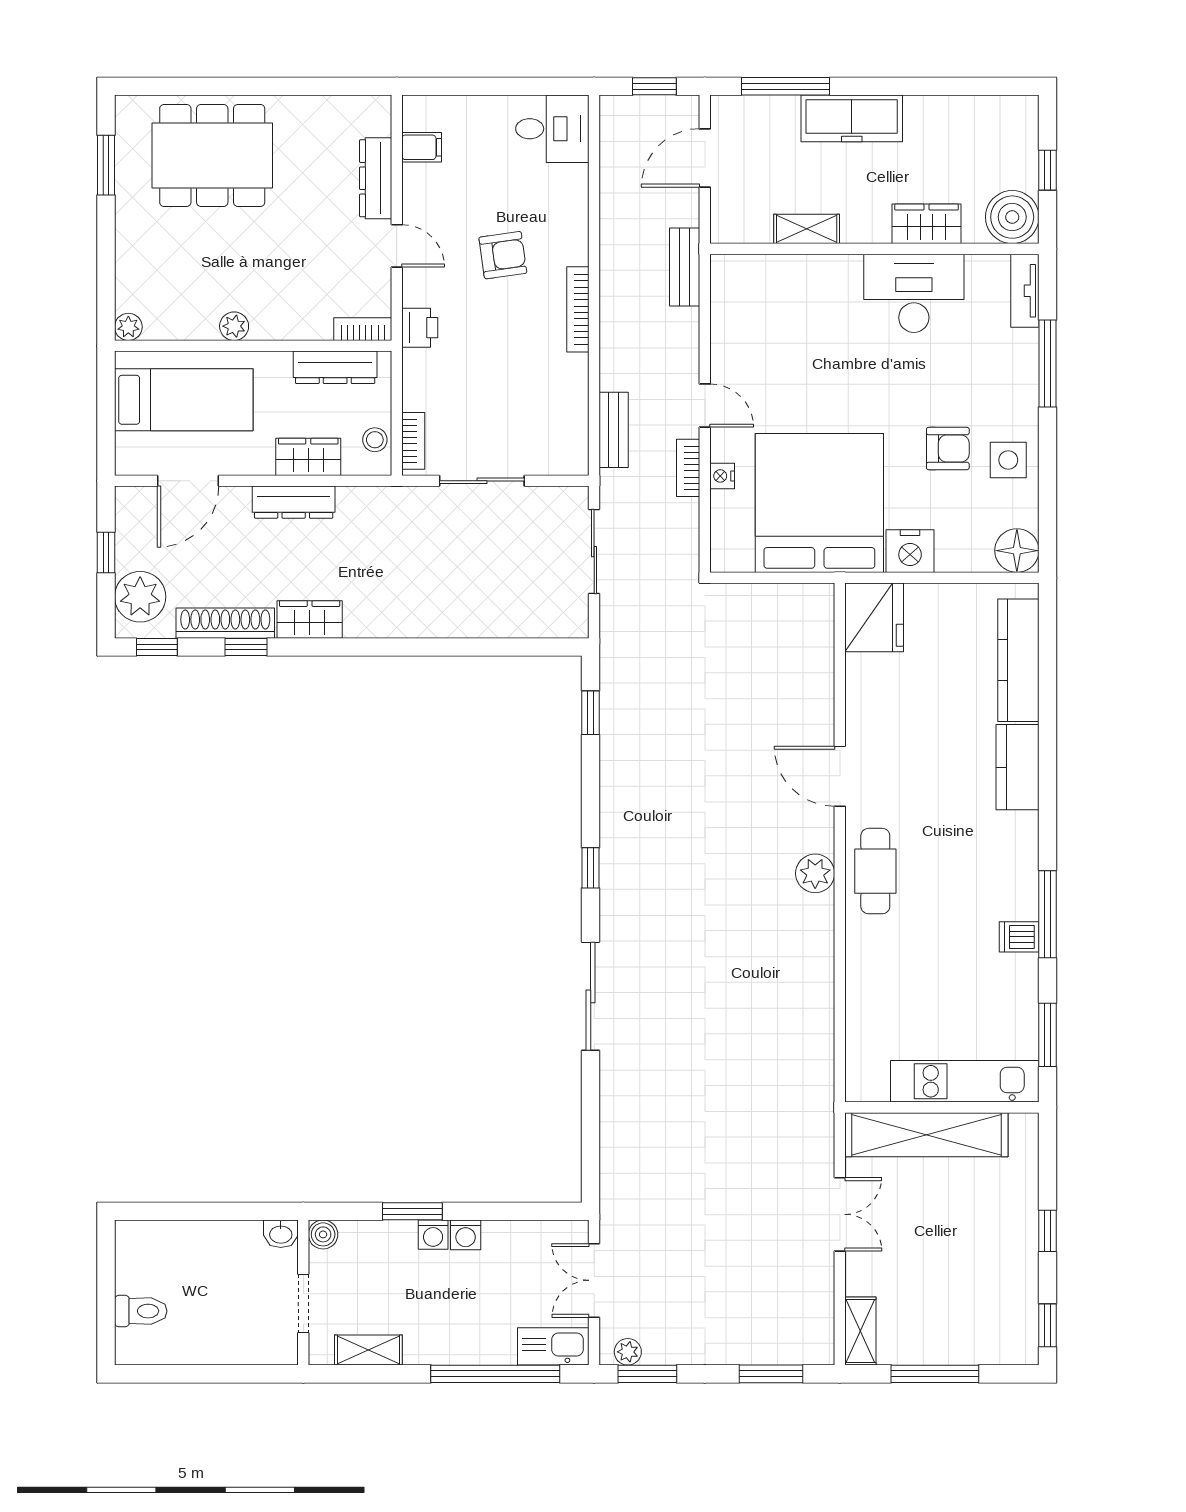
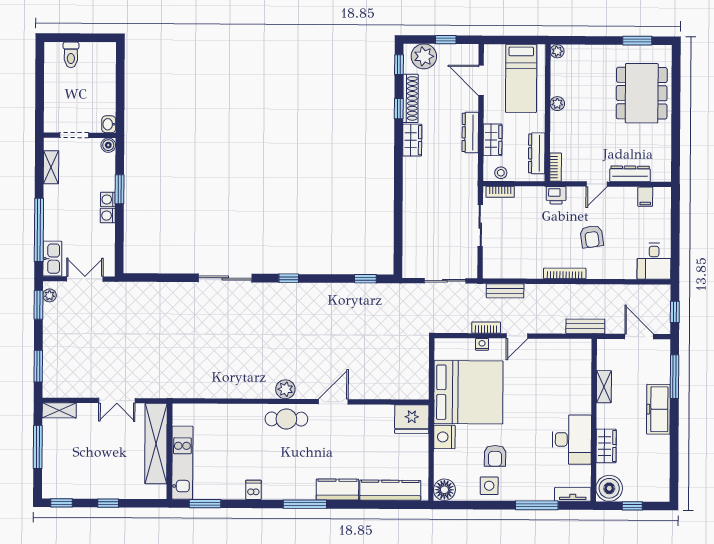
window: (1047, 914) -> (305, 504), moved

